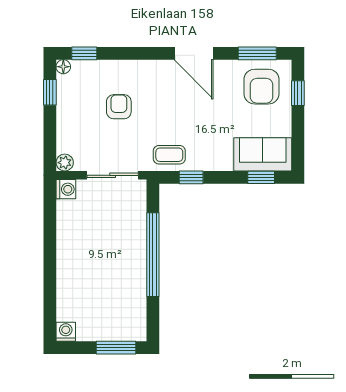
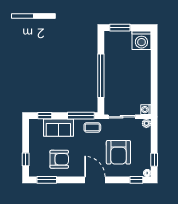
door: (194, 53) -> (95, 180), moved
armchair: (262, 87) -> (59, 159), moved, turned 90
armchair: (119, 107) -> (118, 152), width x1.88, depth x1.88
sofa: (263, 154) -> (58, 128), moved
window: (191, 177) -> (81, 116), width x2.17
washing machine: (66, 332) -> (141, 40), width x1.89, depth x1.89

